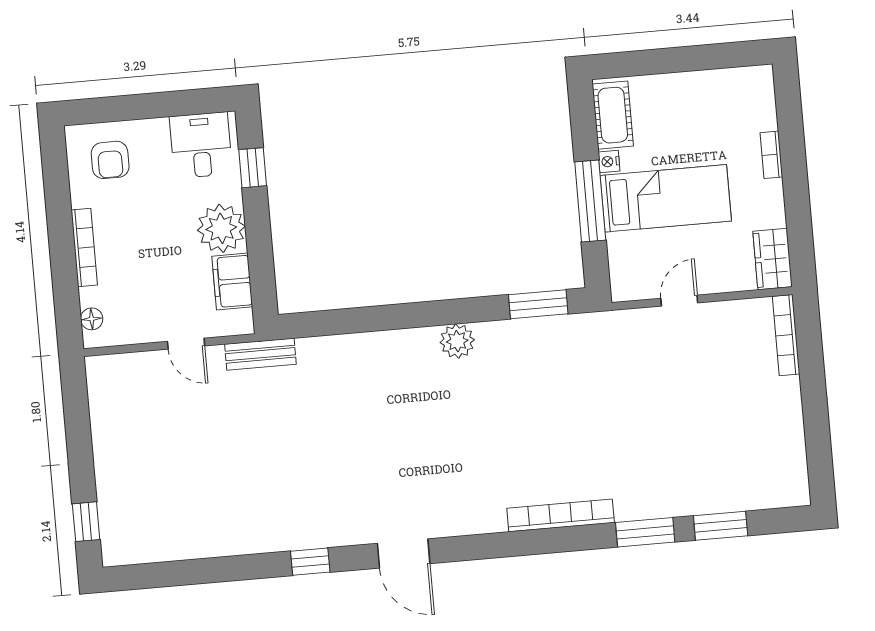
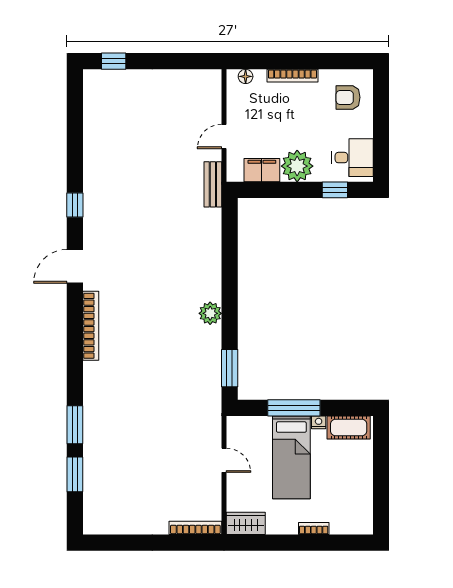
bookcase: (561, 515) -> (91, 326), moved

